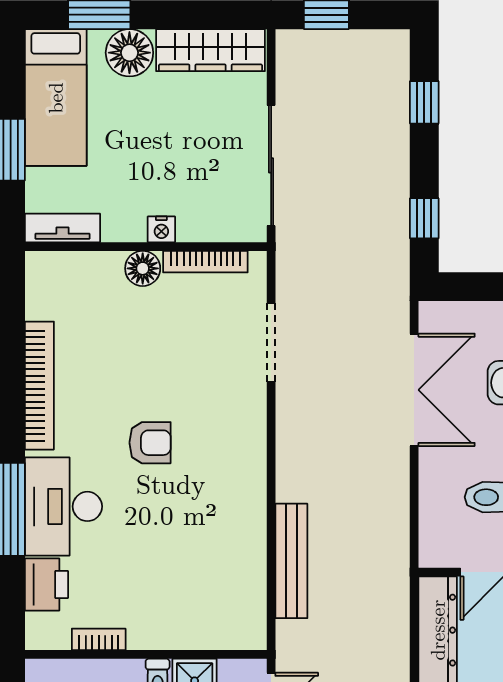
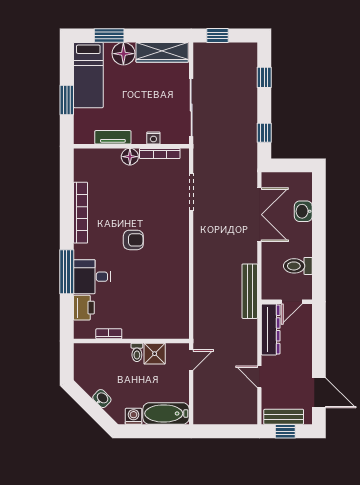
tv unit: (63, 228) -> (113, 137), moved
nightstand: (161, 229) -> (153, 138), moved
desk: (63, 506) -> (92, 277), width x0.73
bench: (291, 561) -> (250, 291), moved

